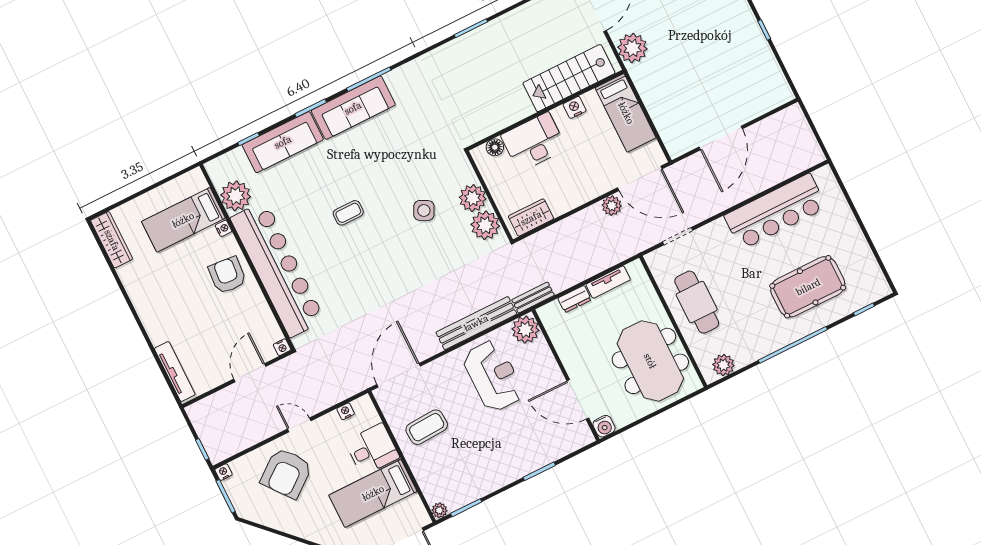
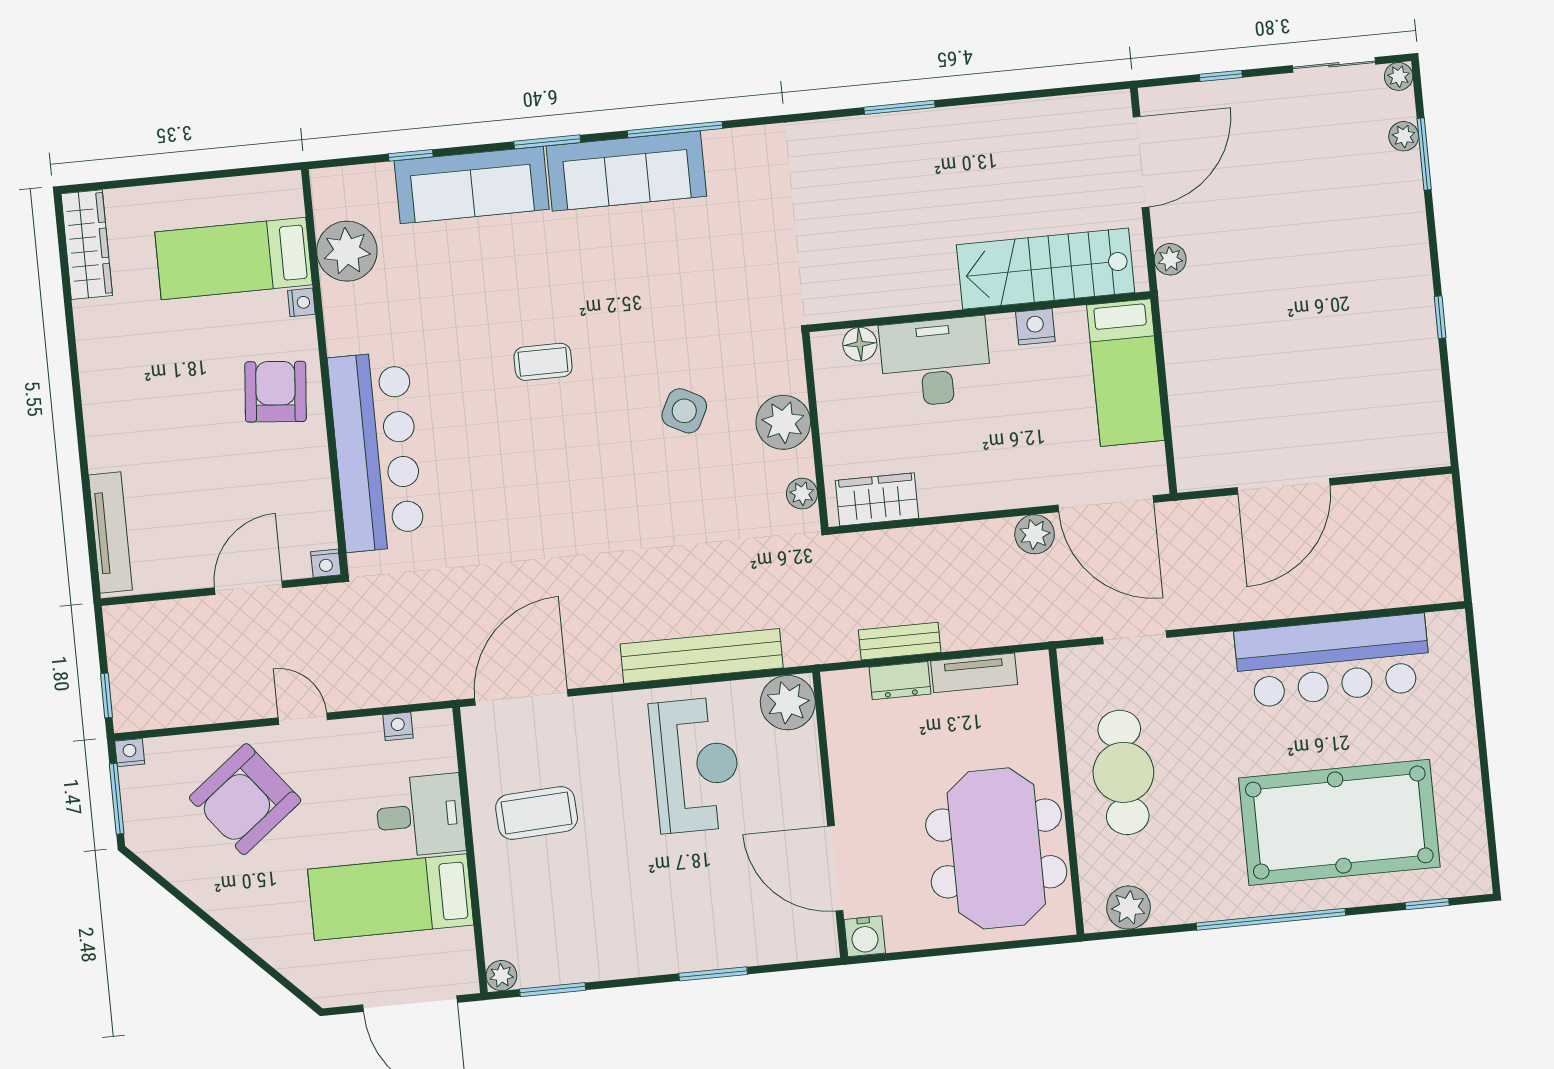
plant: (632, 48) -> (1170, 259), width x0.53, depth x0.53
plant: (485, 225) -> (802, 494), width x0.53, depth x0.53
bar counter: (278, 269) -> (376, 451), width x0.73
pool table: (808, 287) -> (1339, 822), width x1.36, depth x1.32
bench: (533, 297) -> (900, 641), moved

